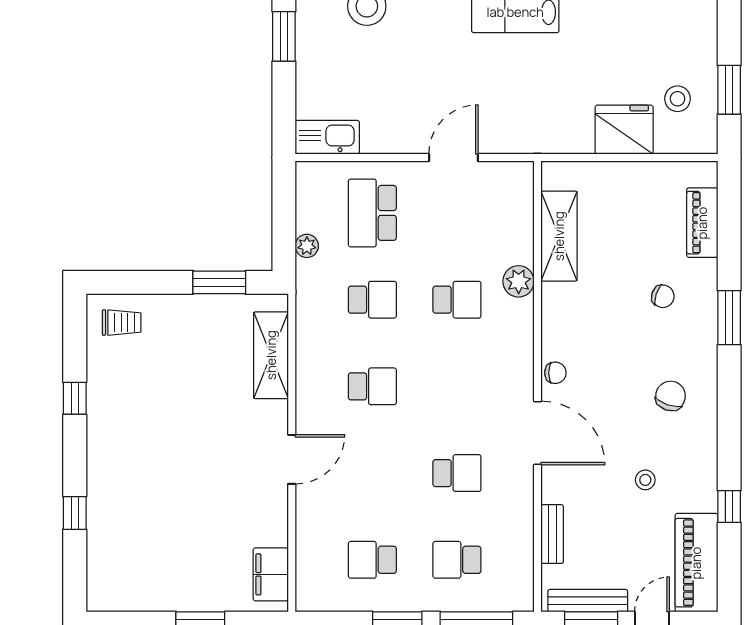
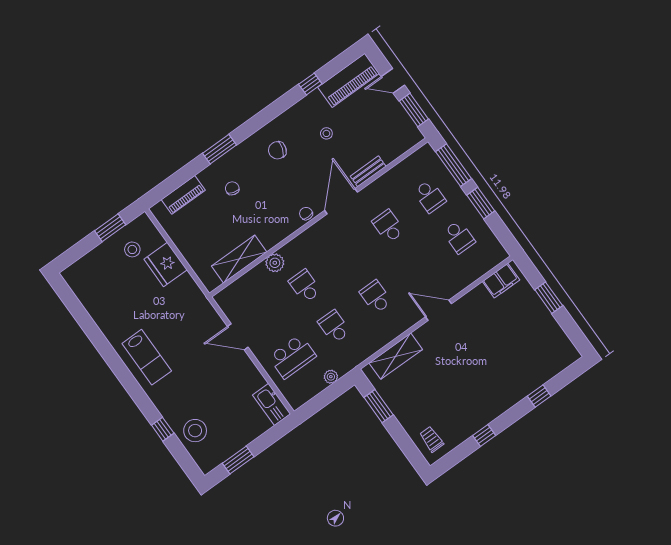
bench: (552, 534) -> (368, 171), moved
bench: (588, 601) -> (404, 119), removed

